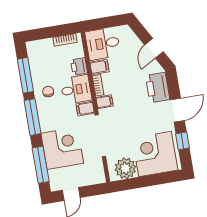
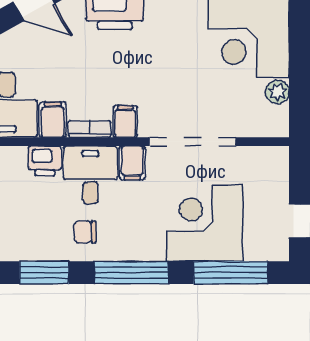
window: (25, 75) -> (44, 273), width x0.69
plant: (125, 168) -> (277, 92), width x0.53, depth x0.53

